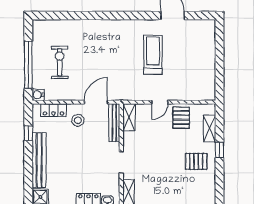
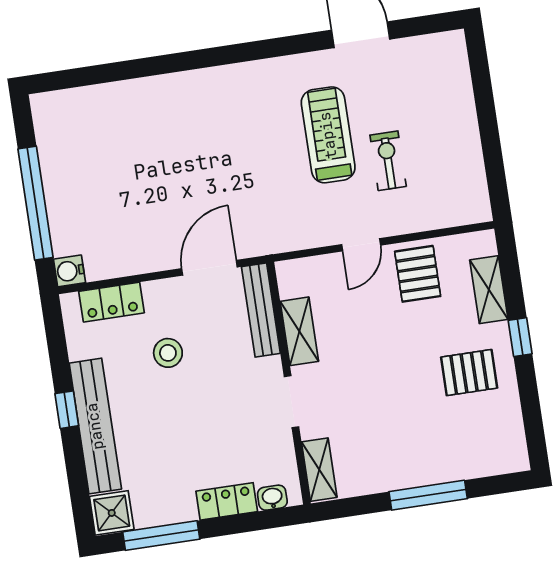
exercise bike: (60, 62) -> (388, 161), moved, width x0.73, depth x0.72
shelving: (129, 117) -> (299, 331), moved
stool: (78, 120) -> (168, 353), moved
window: (28, 133) -> (67, 410), moved

